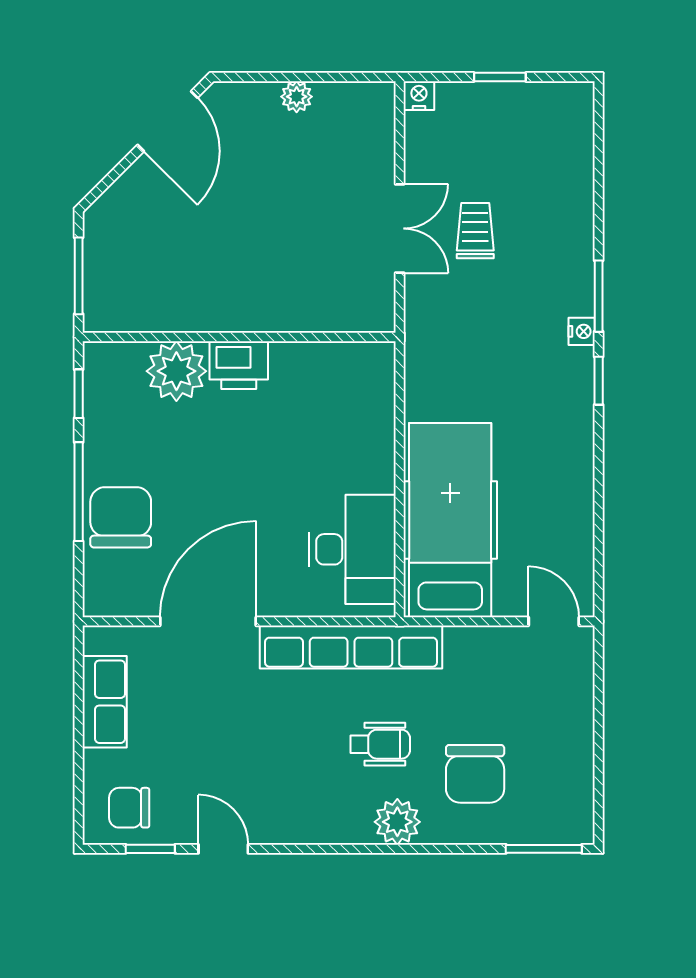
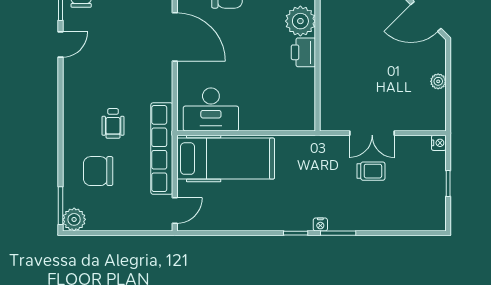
row of seats: (351, 647) -> (162, 149), moved
plant: (397, 822) -> (74, 219), moved

